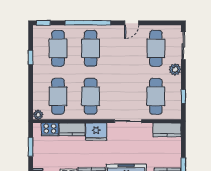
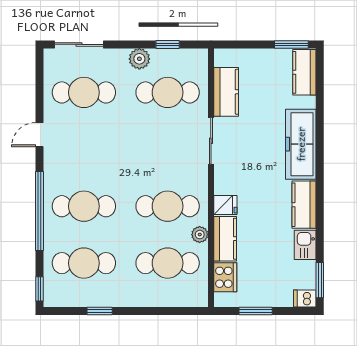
door: (132, 23) -> (39, 135), swing flipped
plant: (175, 69) -> (139, 59), moved
plant: (38, 115) -> (200, 235), moved
kitchen counter: (167, 130) -> (226, 92), moved
fridge: (96, 132) -> (225, 205), width x0.53, depth x0.75

